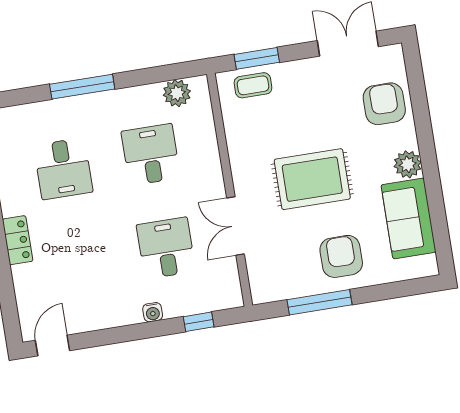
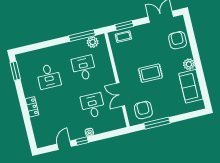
window: (82, 87) -> (82, 36), moved
rug: (312, 179) -> (150, 73), width x0.73, depth x0.70
armchair: (341, 256) -> (143, 110), moved
window: (199, 322) -> (82, 141), moved
door: (53, 345) -> (64, 145), moved

